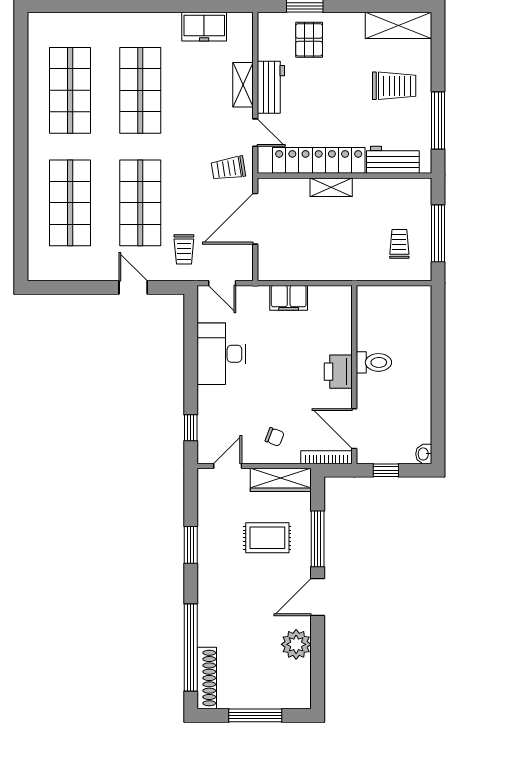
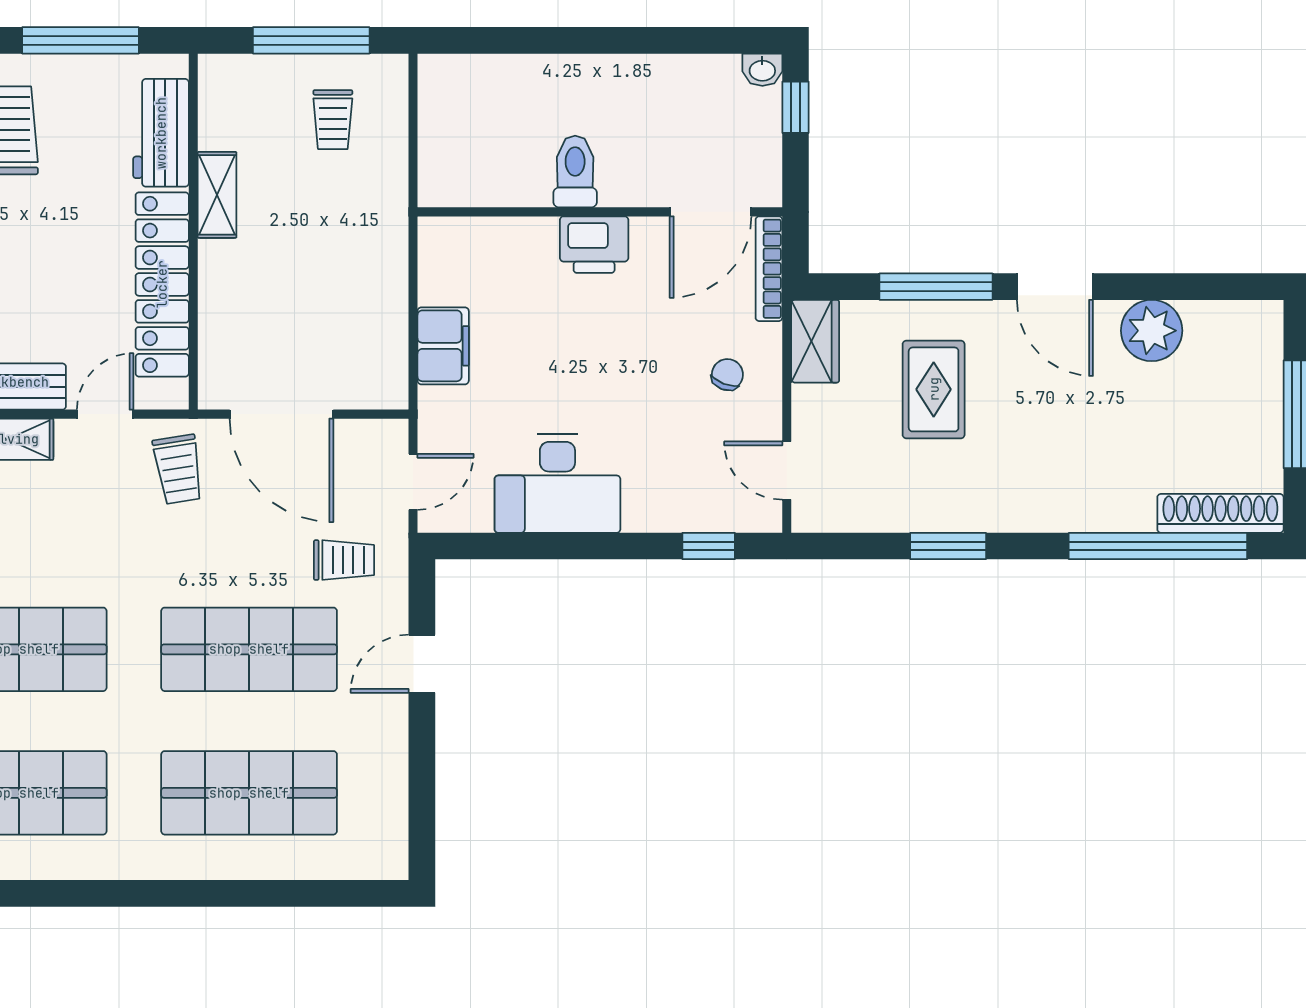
shelving: (331, 187) -> (217, 195), moved
trolley: (399, 244) -> (333, 120), turned -90
window: (386, 470) -> (796, 107), moved
wardrobe: (281, 480) -> (815, 341), width x0.67

